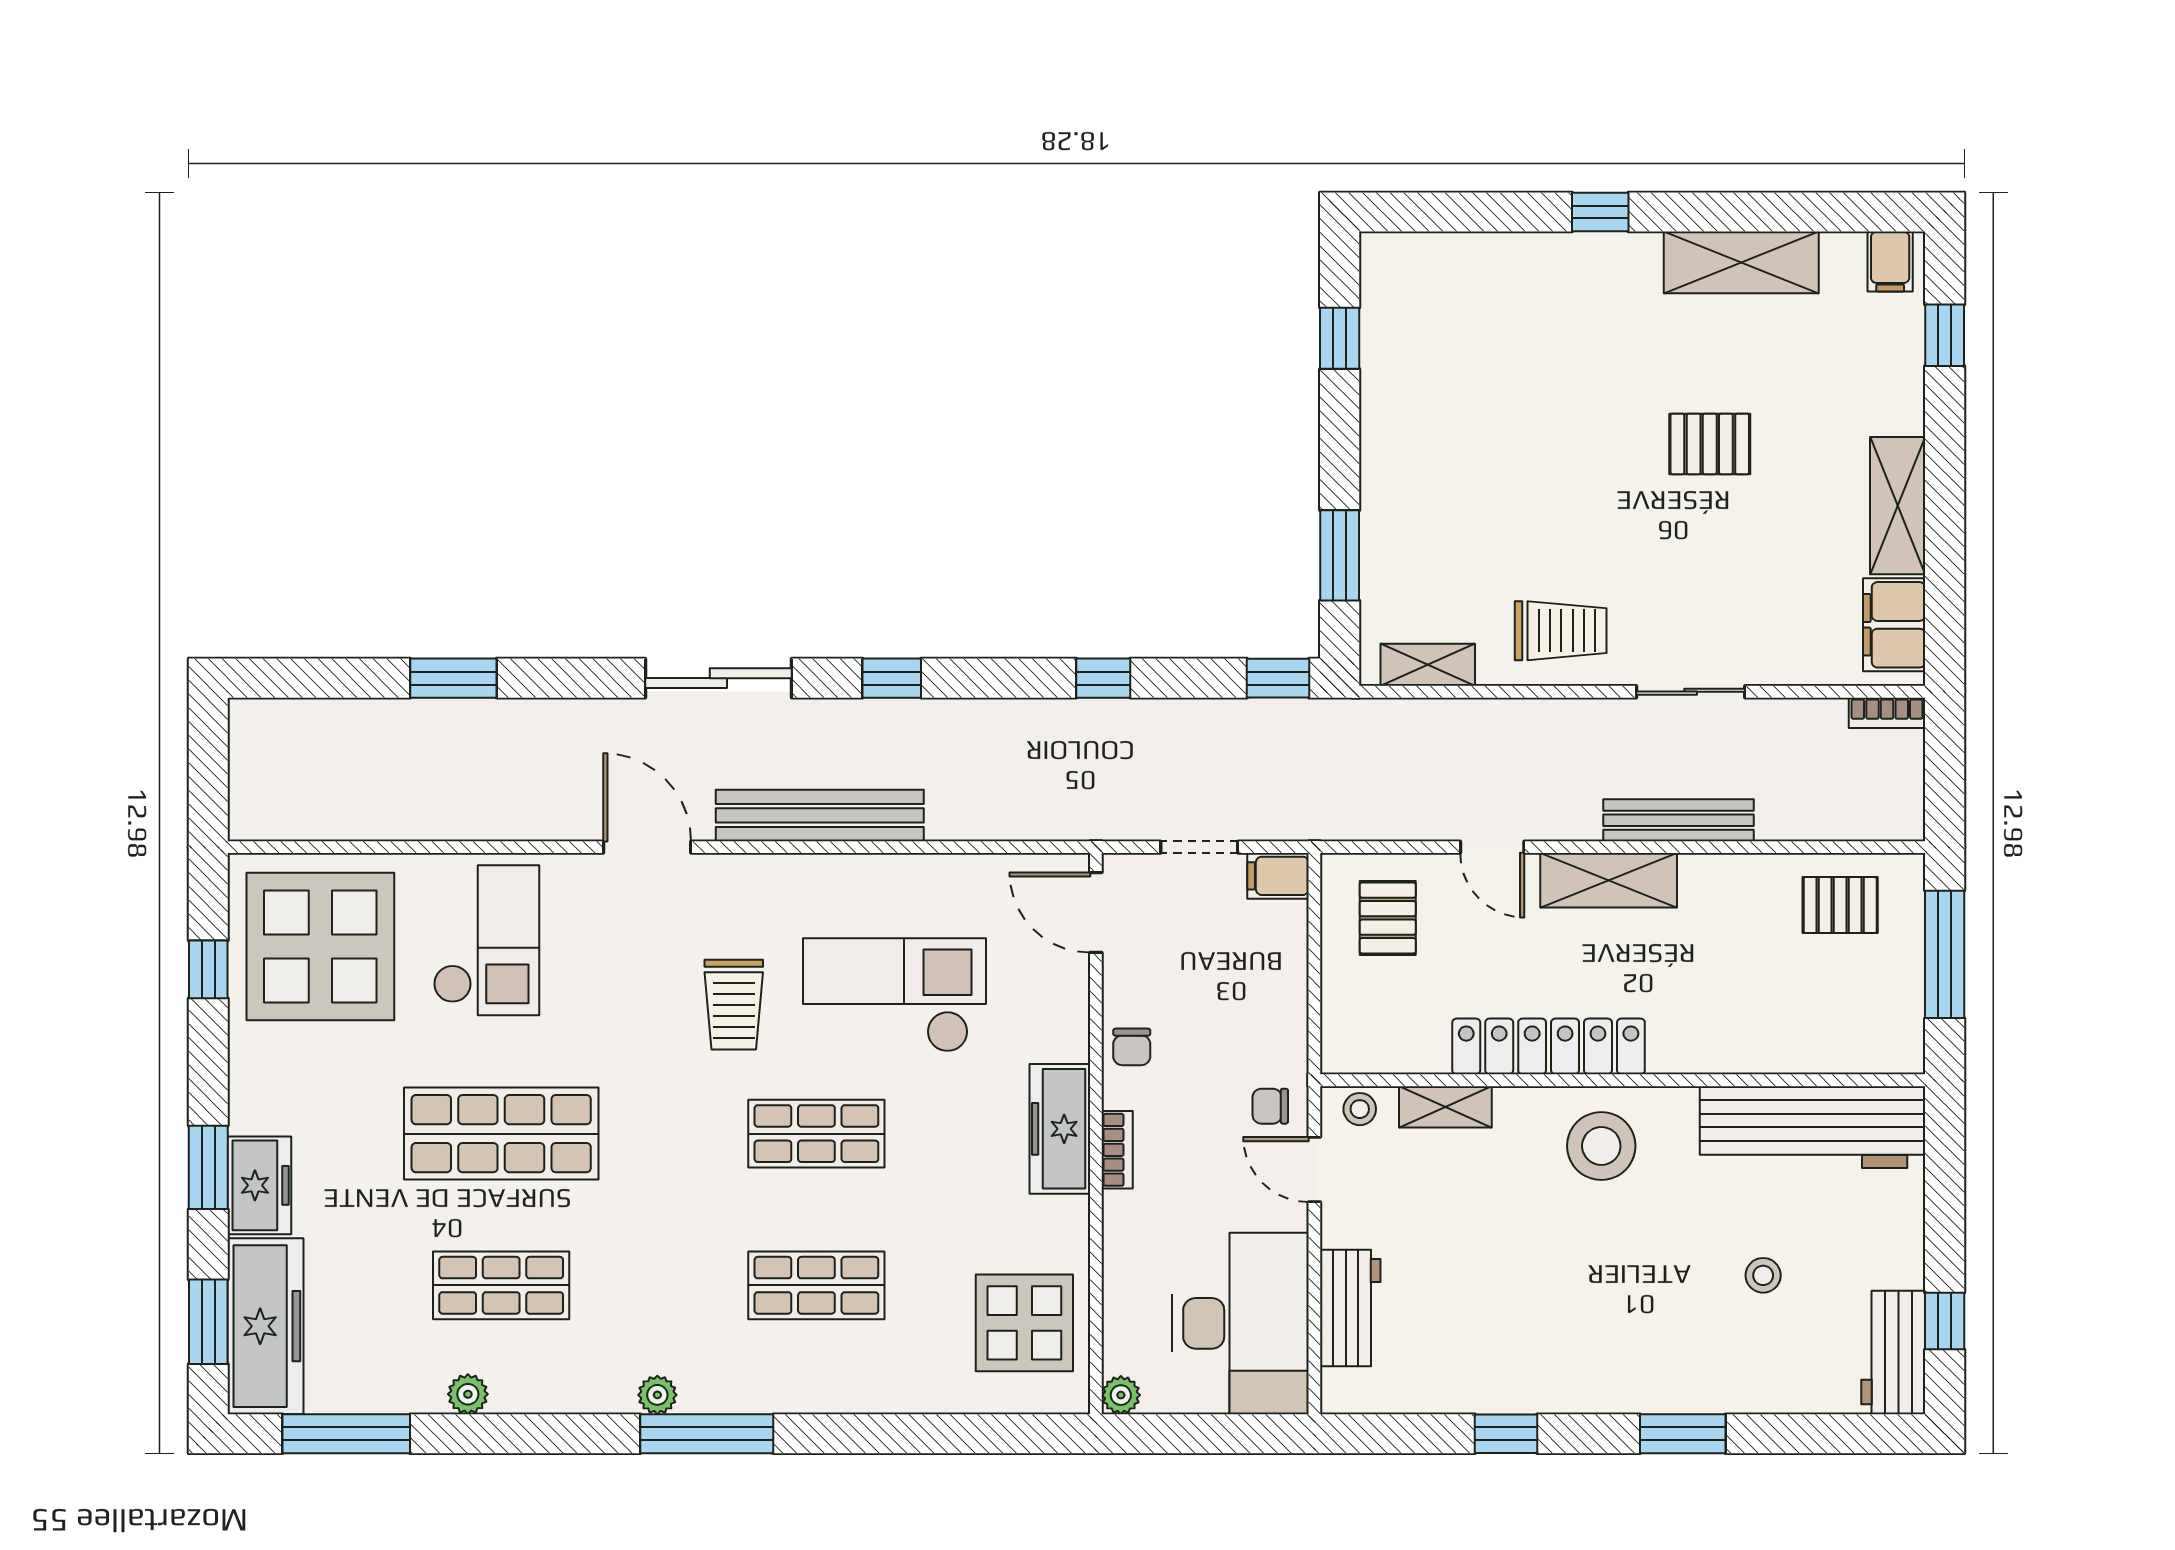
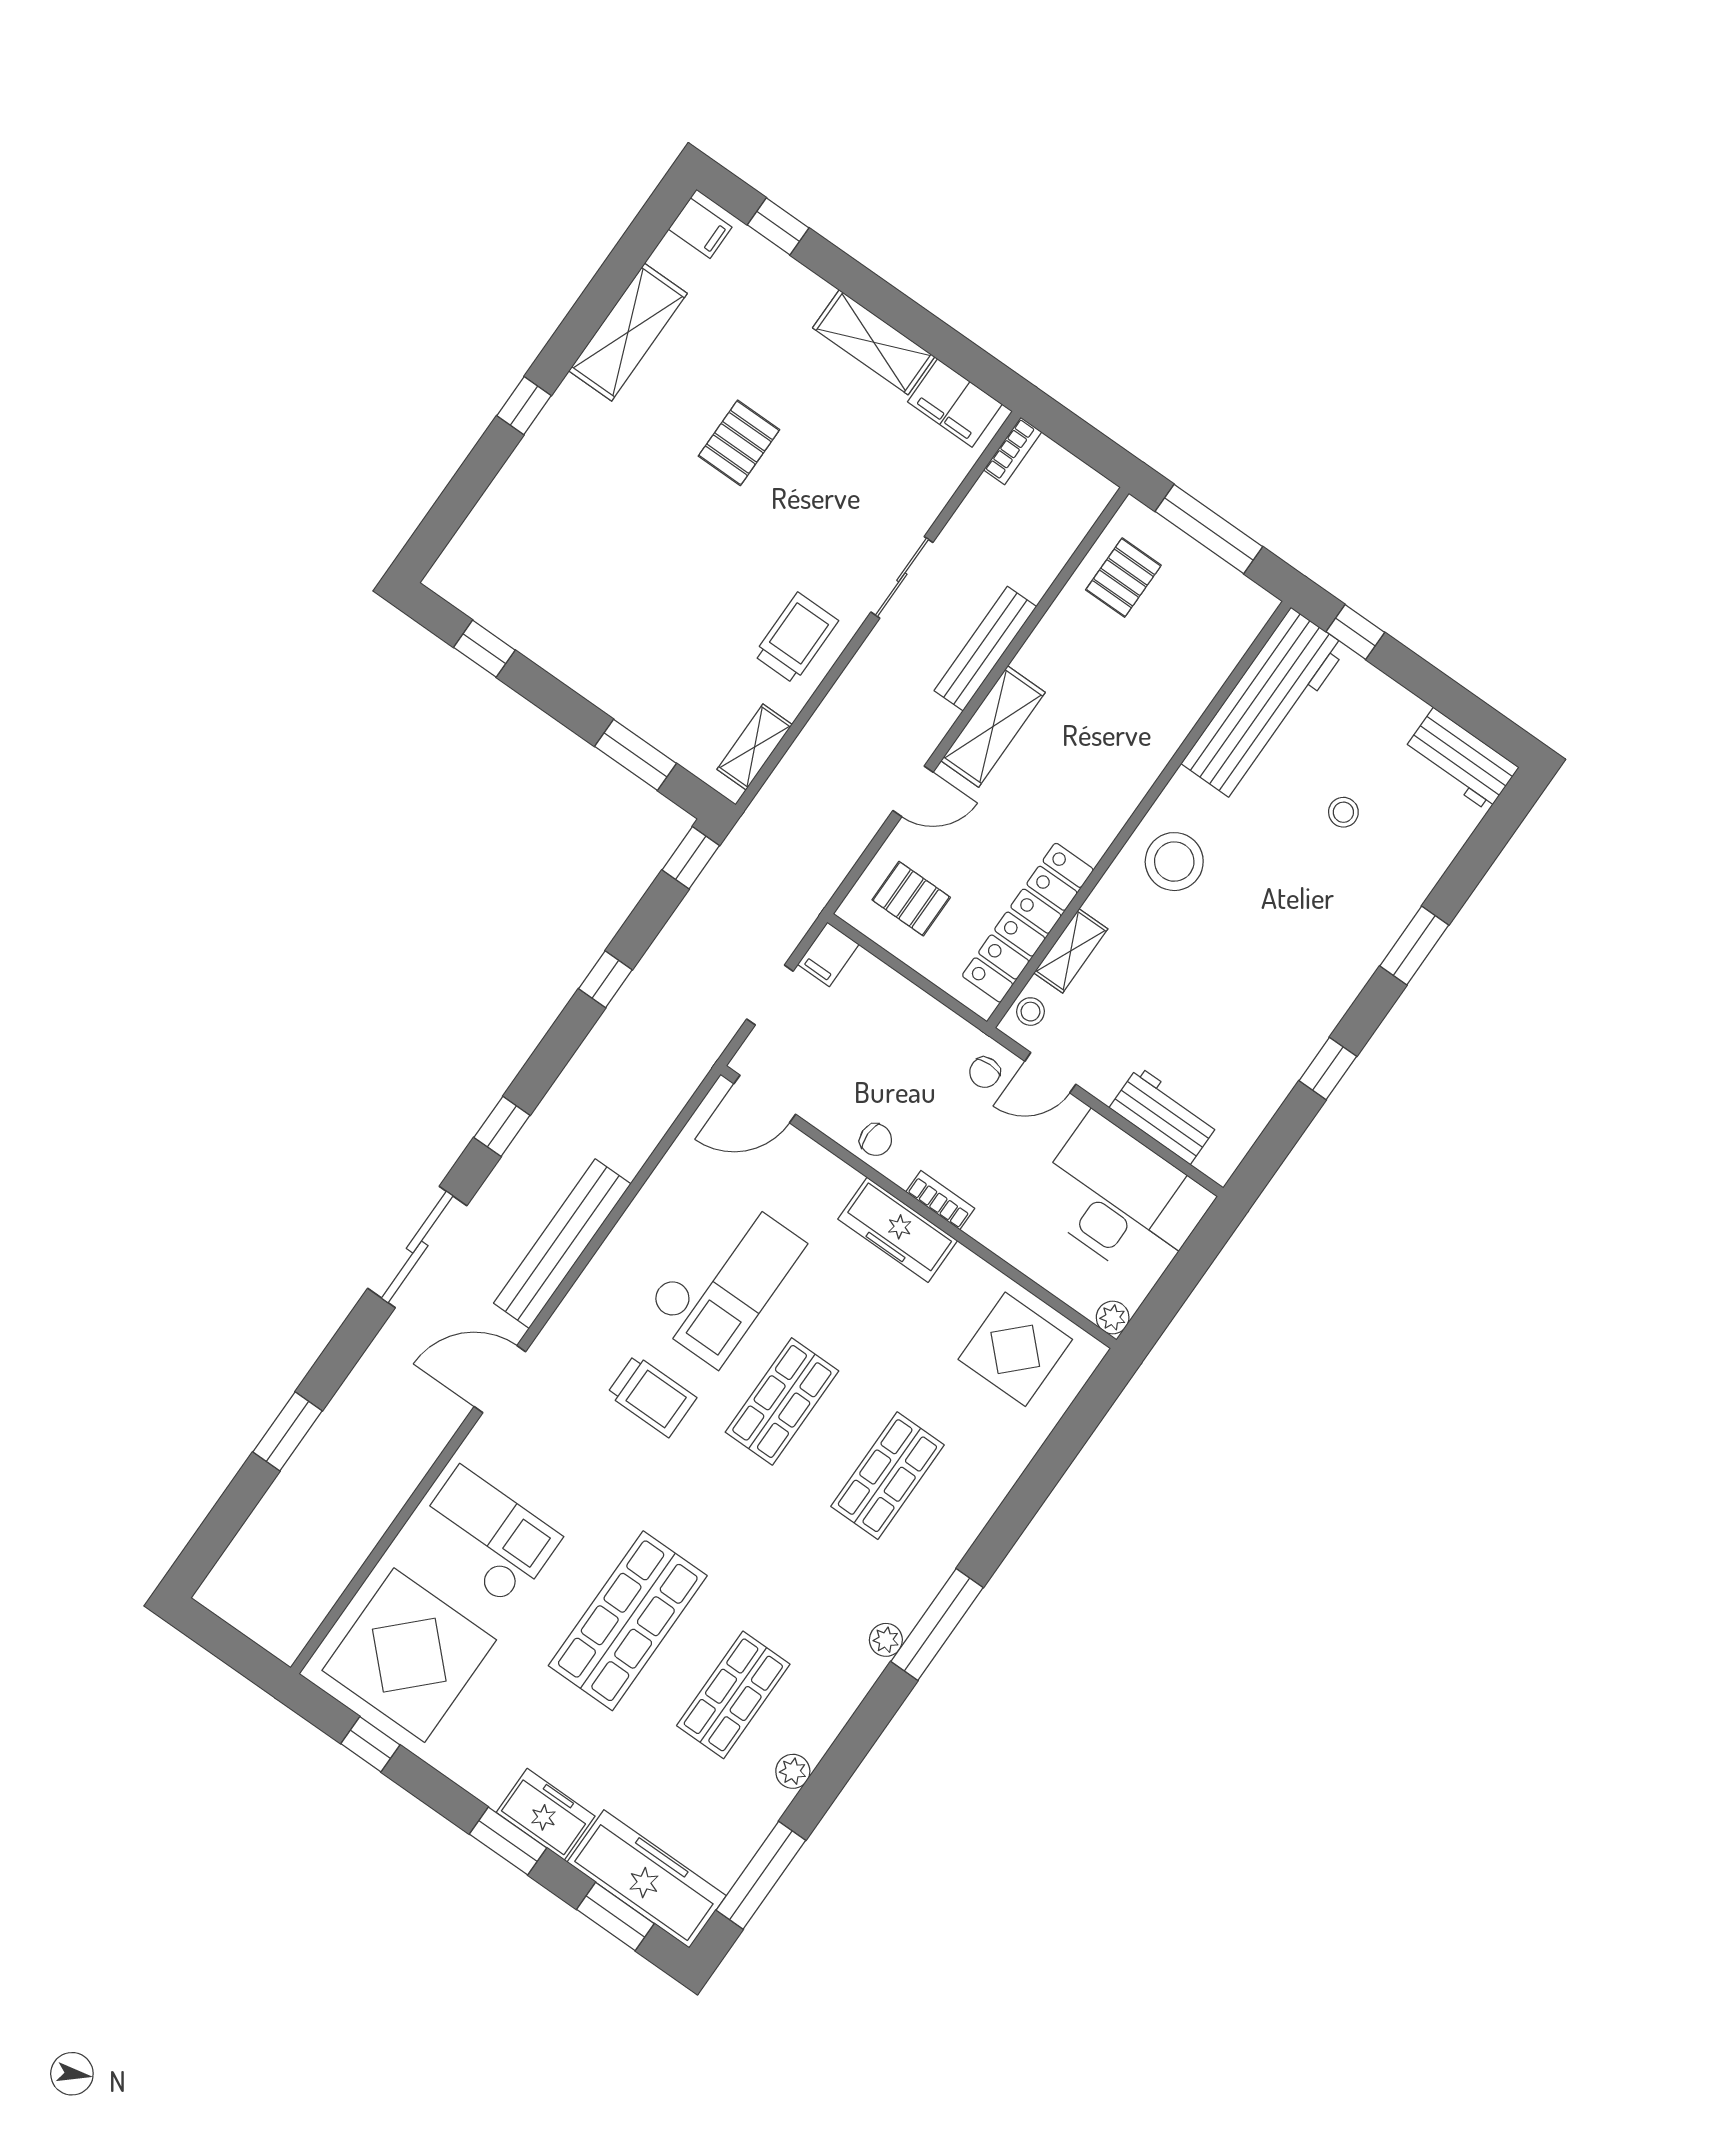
checkout: (895, 995) -> (724, 1279), turned 180
locker: (1549, 1046) -> (1028, 923), moved
window: (1945, 1321) -> (1355, 632), moved

